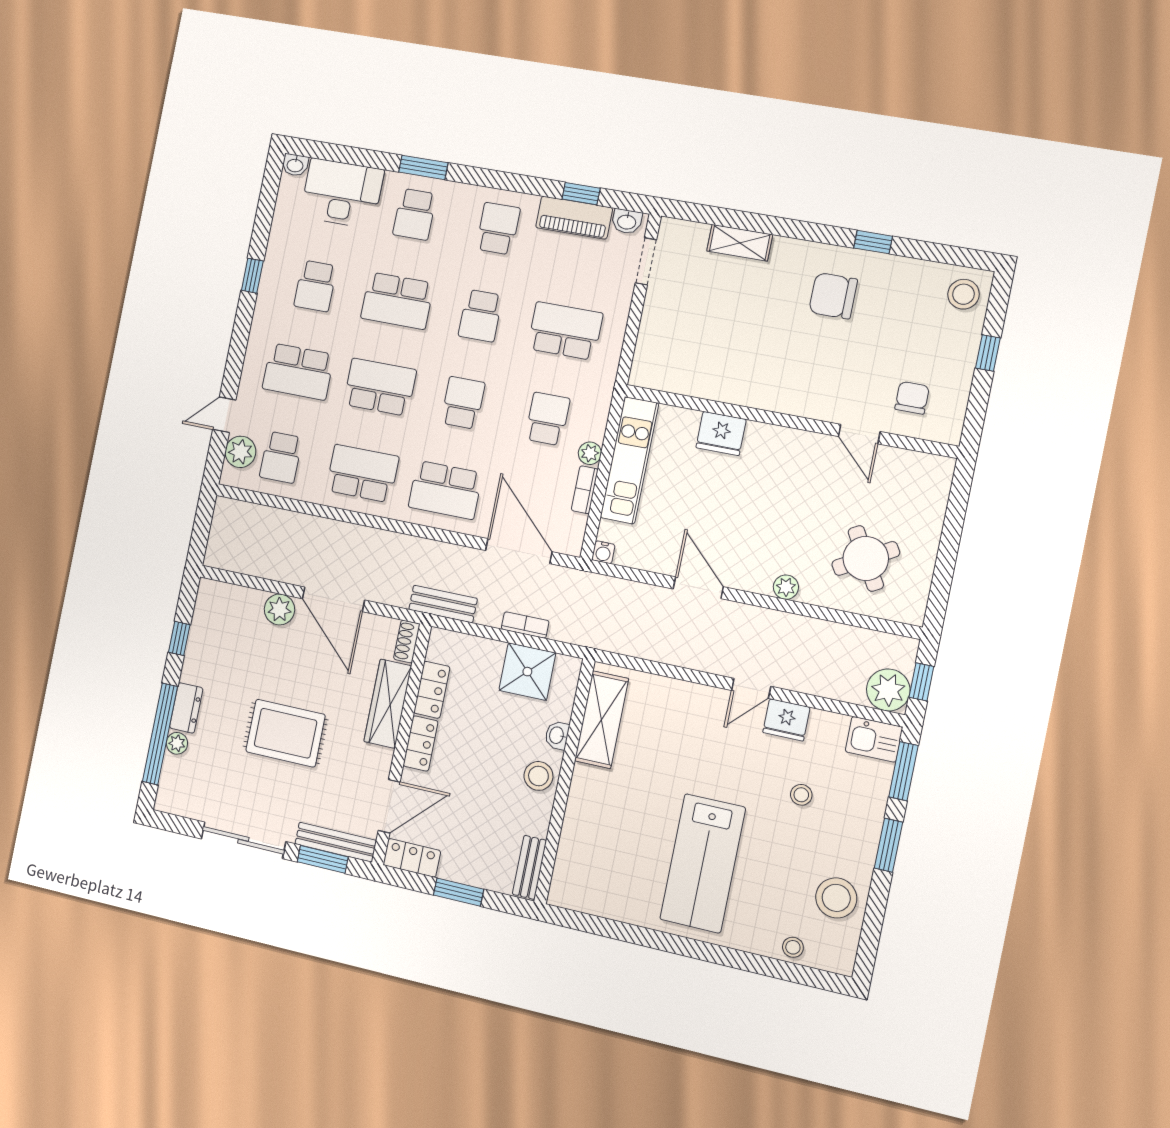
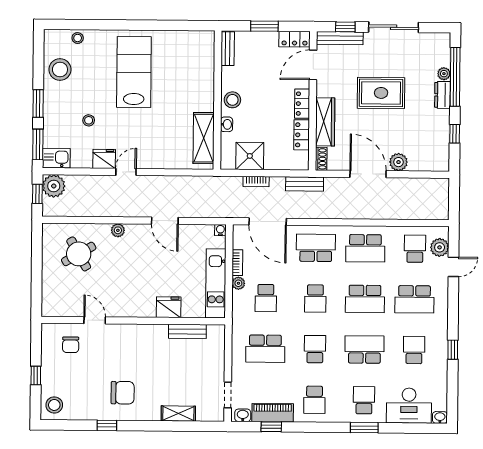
school desk: (298, 372) -> (414, 299), turned 180
bench: (696, 385) -> (187, 331), added
window: (323, 859) -> (345, 27), width x0.67

